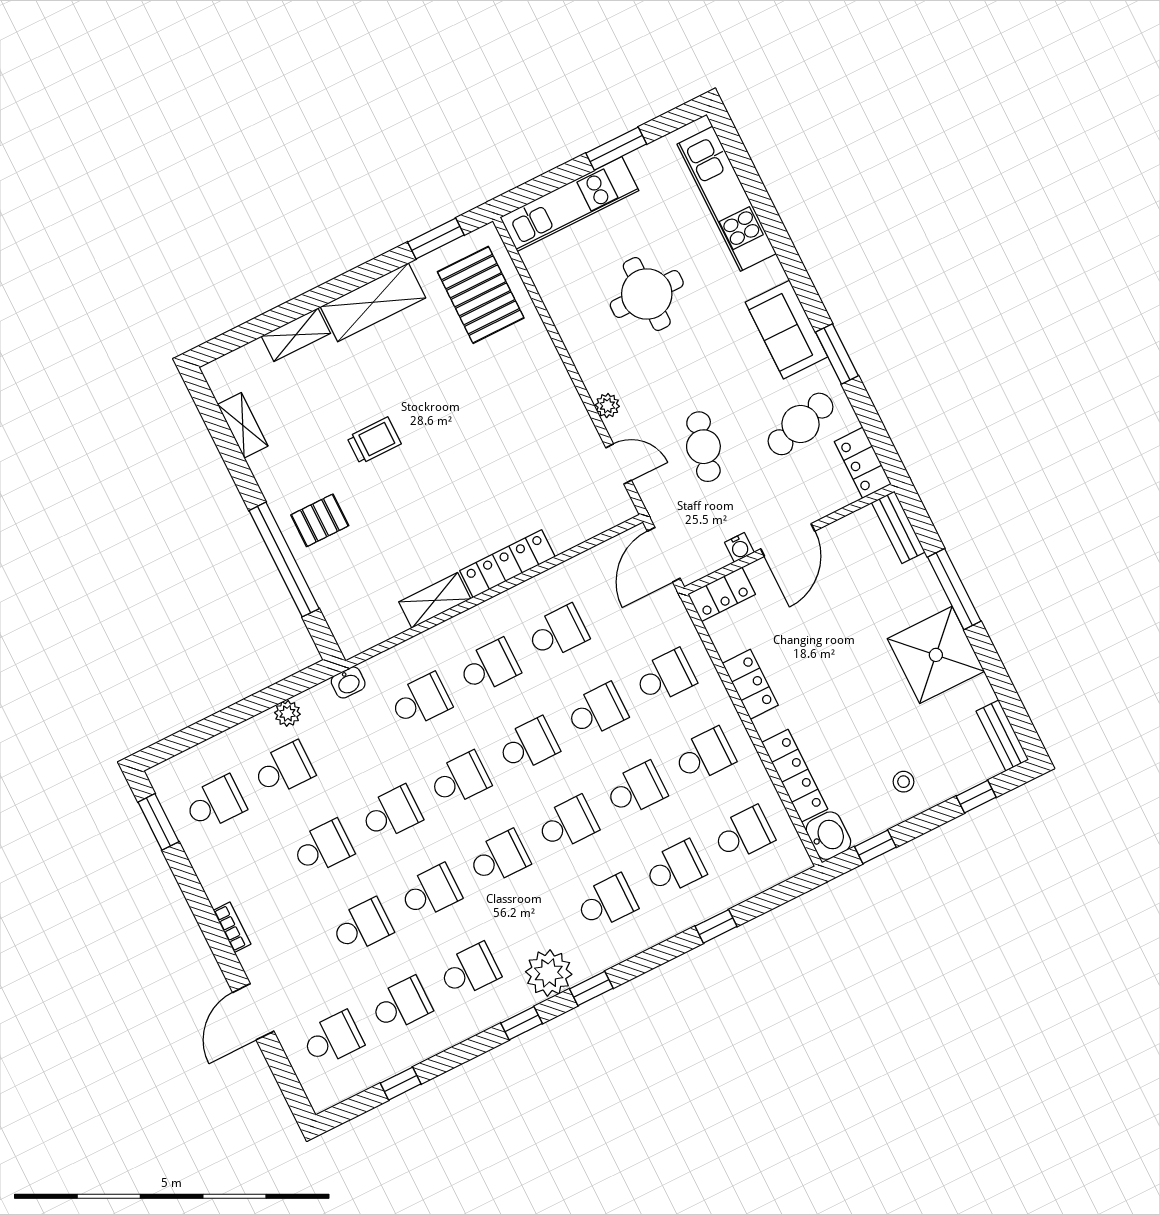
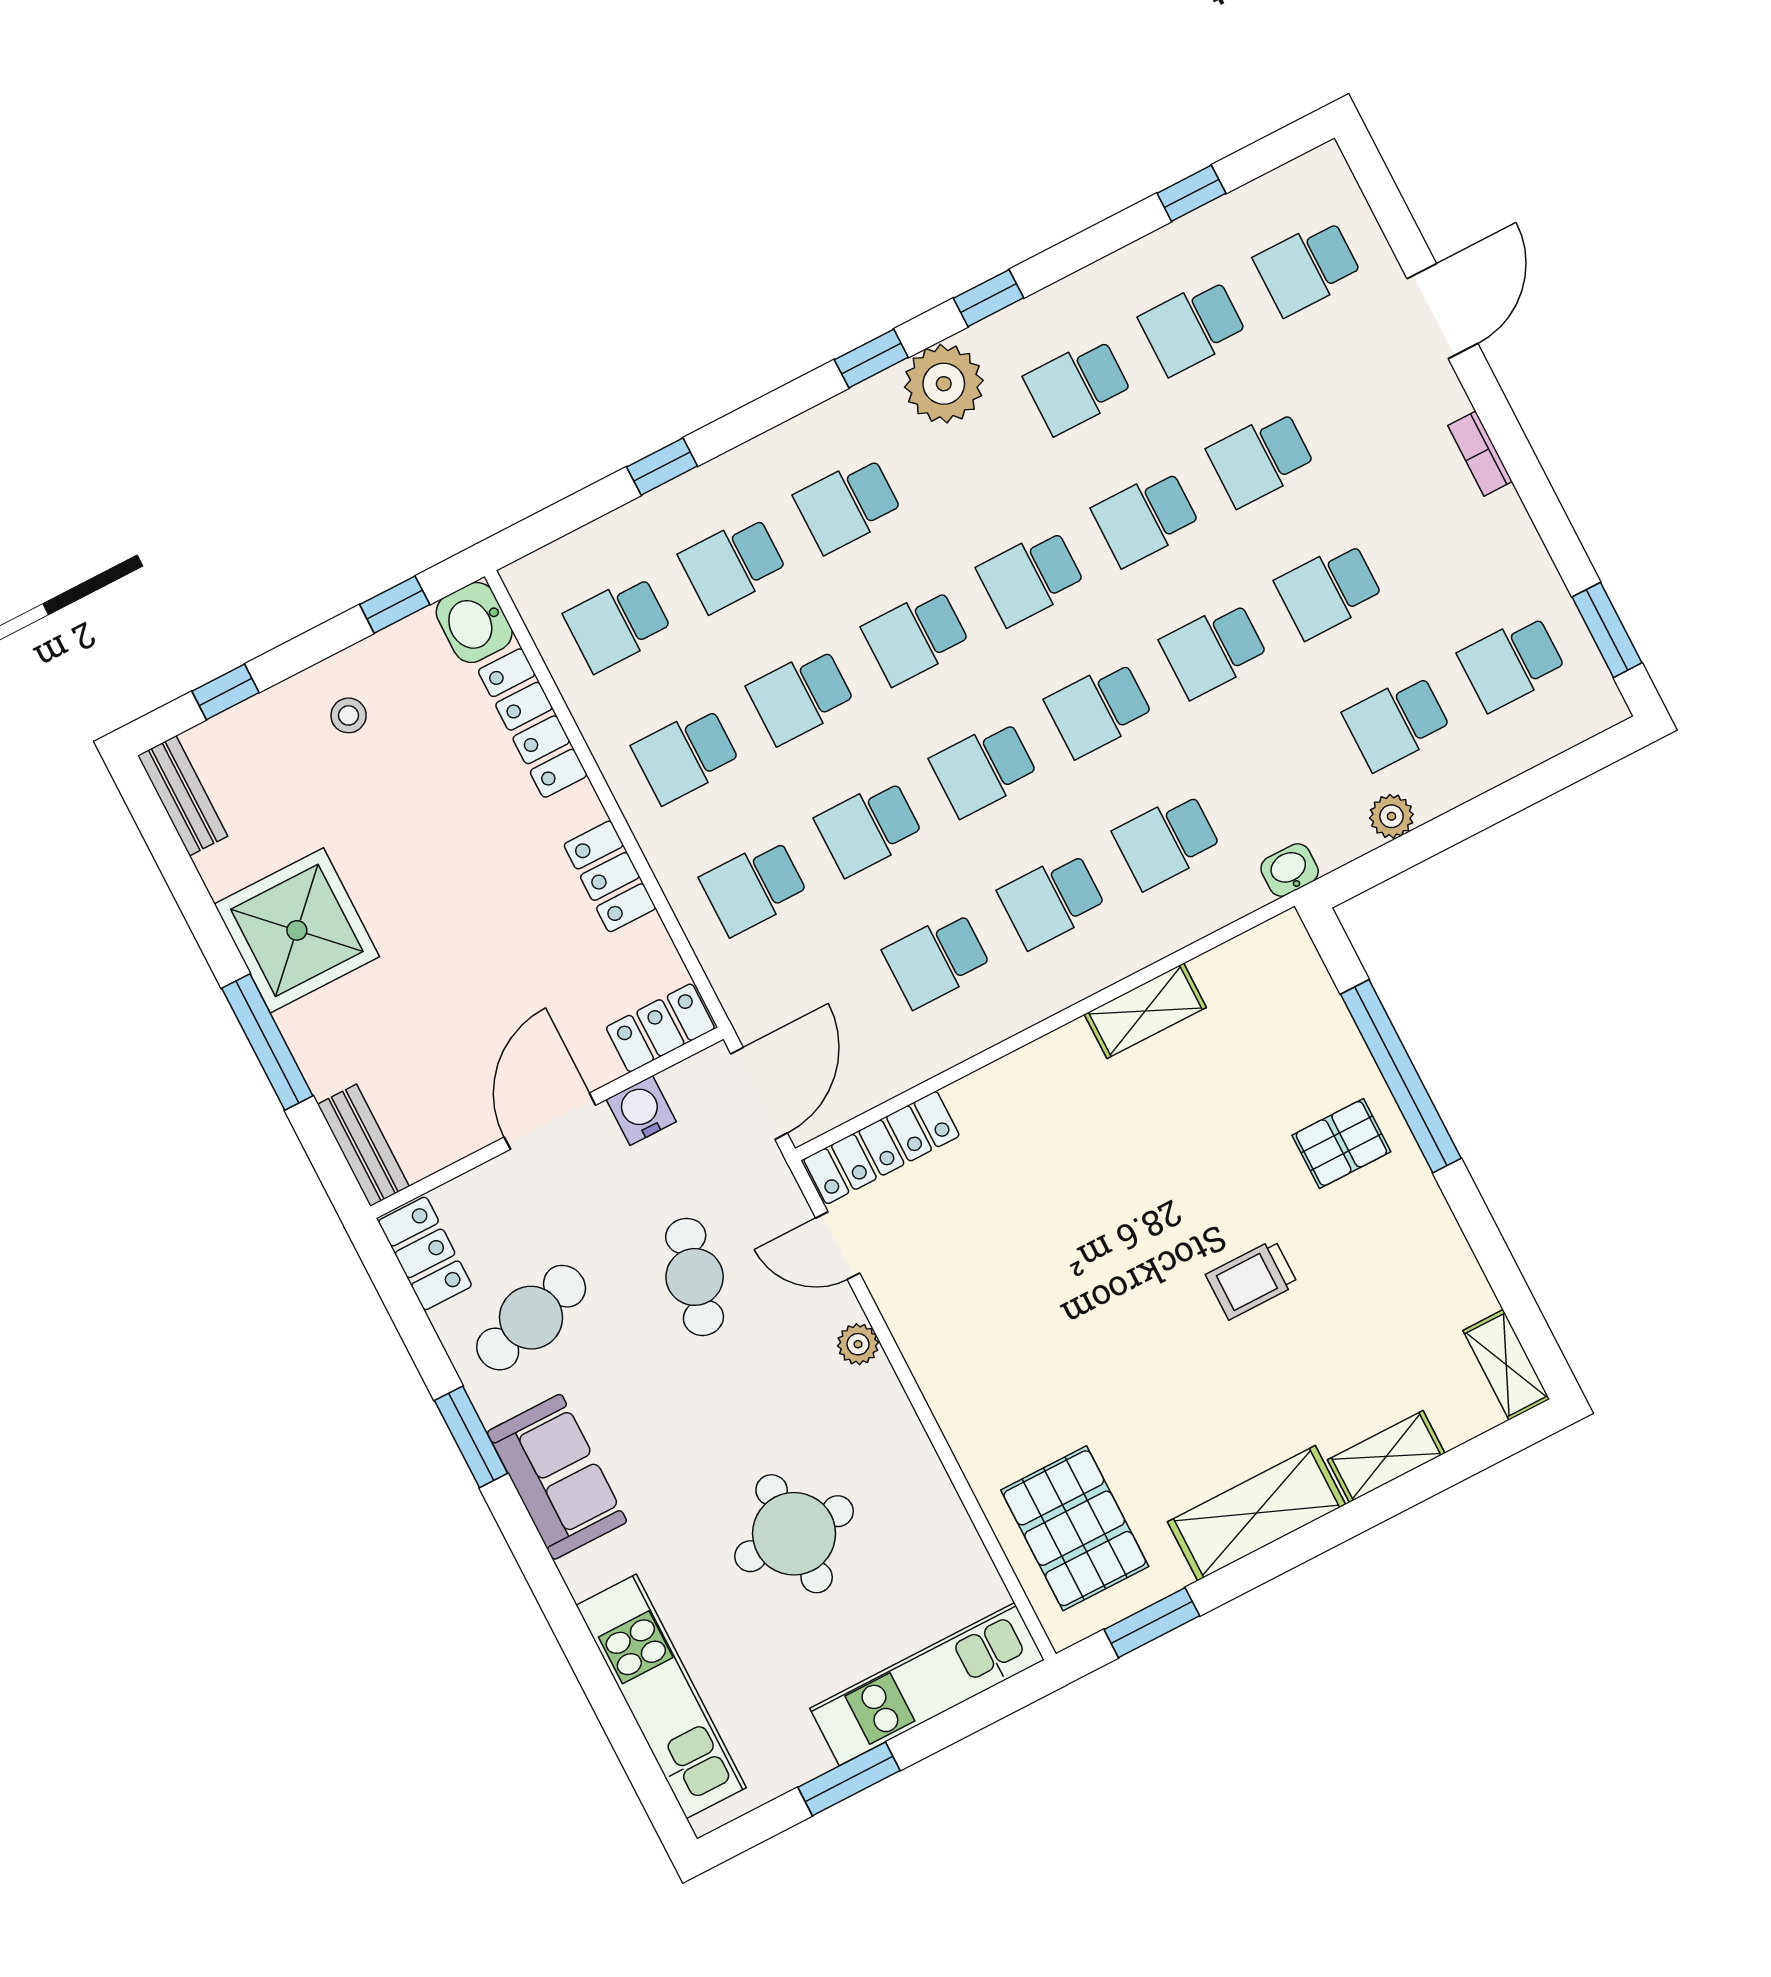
shelving: (243, 425) -> (1506, 1365), moved
water cooler: (739, 547) -> (641, 1111), width x1.38, depth x1.38
locker: (507, 564) -> (881, 1148), moved

